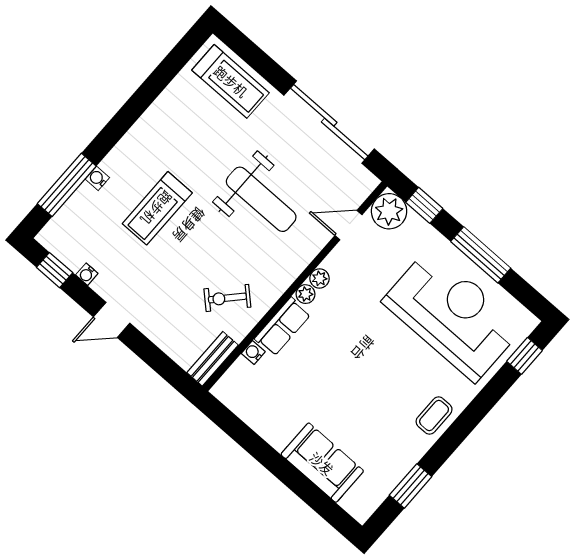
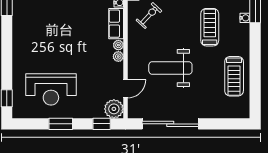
treadmill: (231, 81) -> (234, 76), moved, turned -90
window: (481, 255) -> (61, 124), width x0.69
reception desk: (453, 315) -> (51, 89), width x0.74, depth x0.77
coffee table: (434, 415) -> (22, 41), removed

